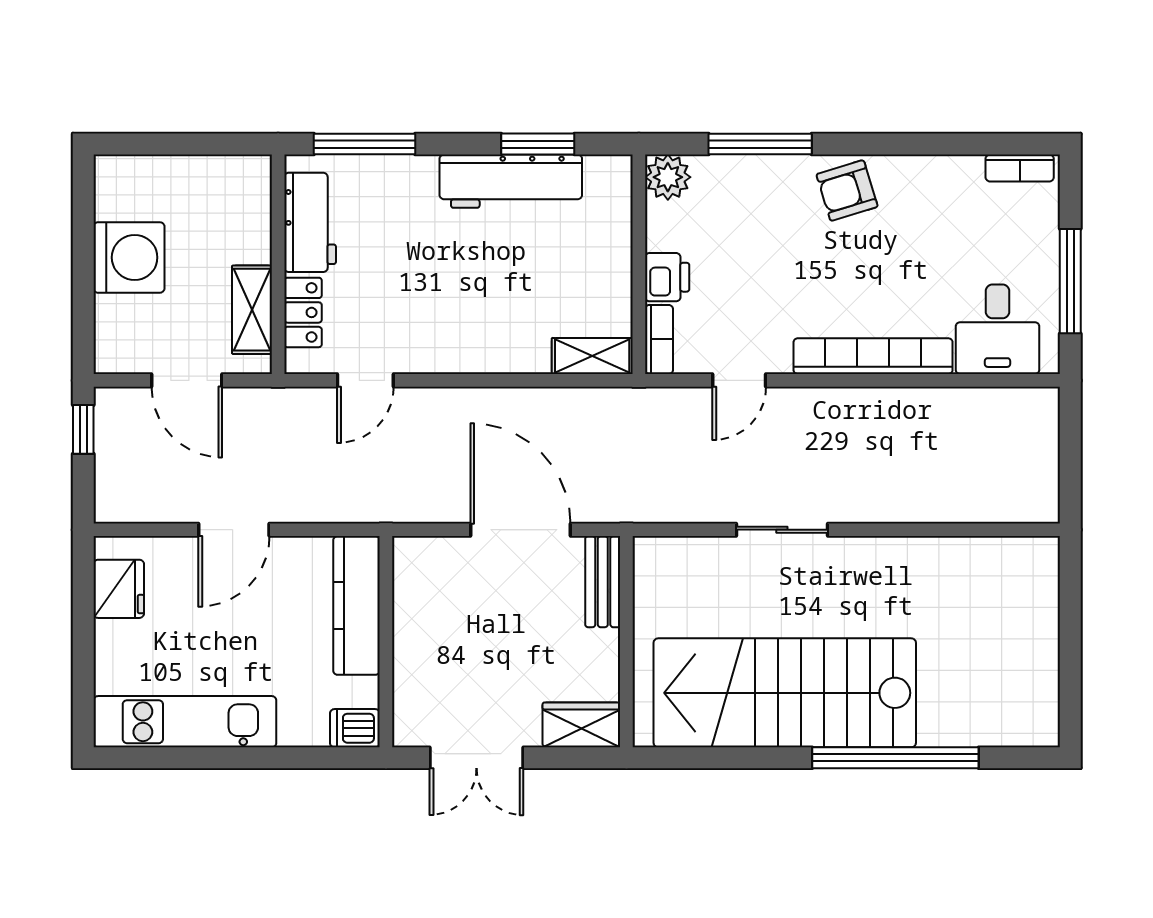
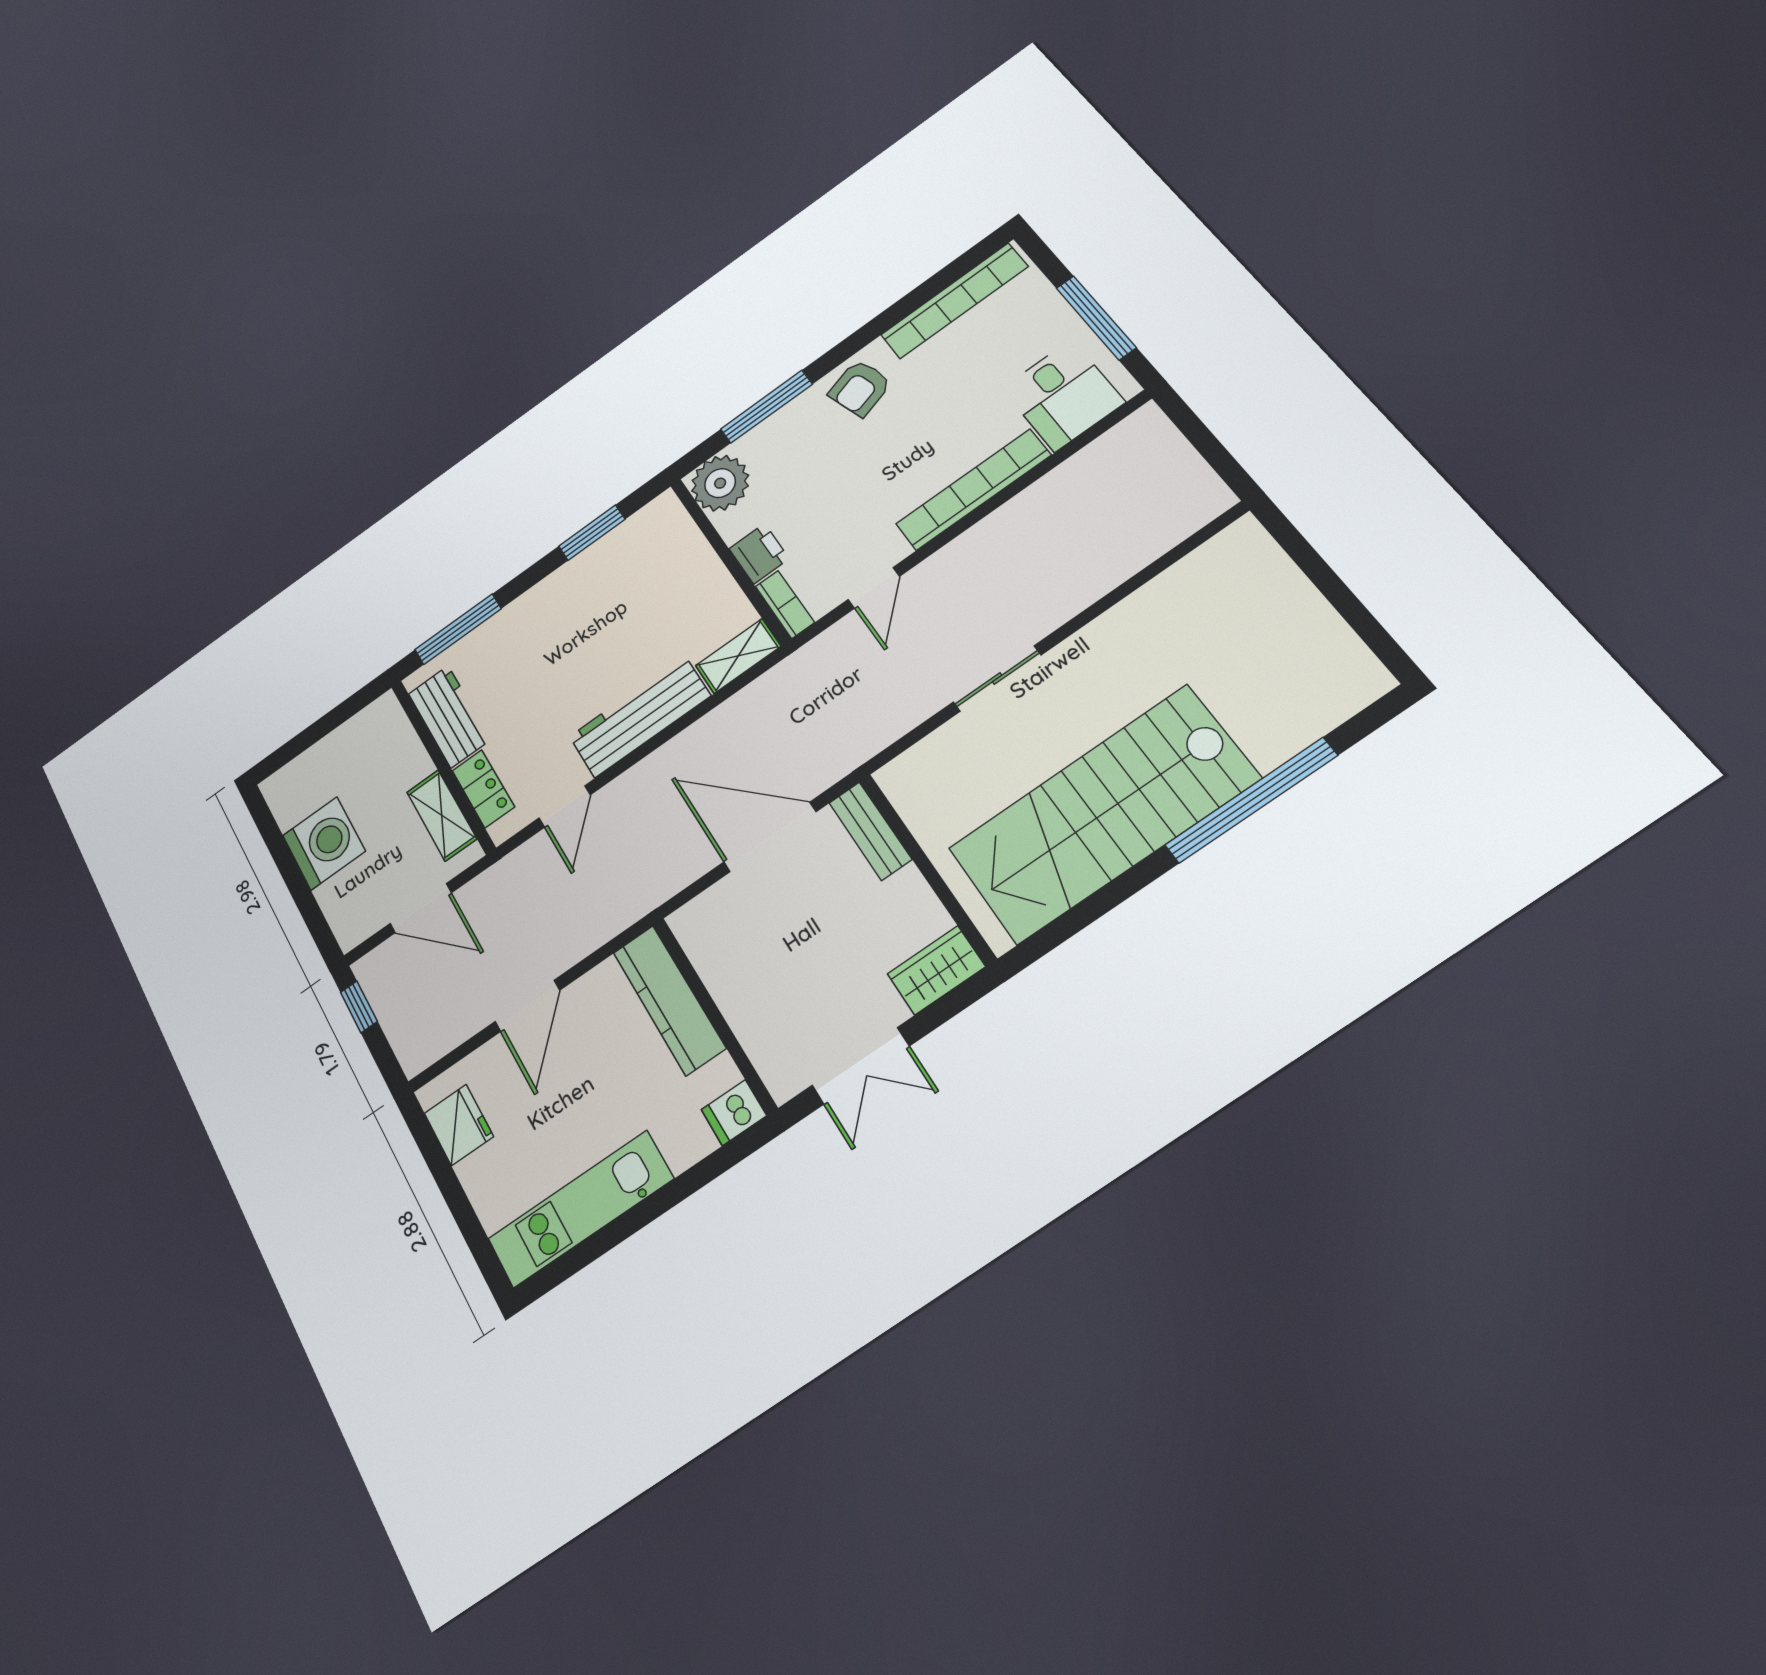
bookcase: (1020, 168) -> (954, 301), width x2.31, depth x1.31
plant: (668, 177) -> (720, 483), width x1.36, depth x1.36
workbench: (511, 181) -> (640, 716), moved, turned 180

